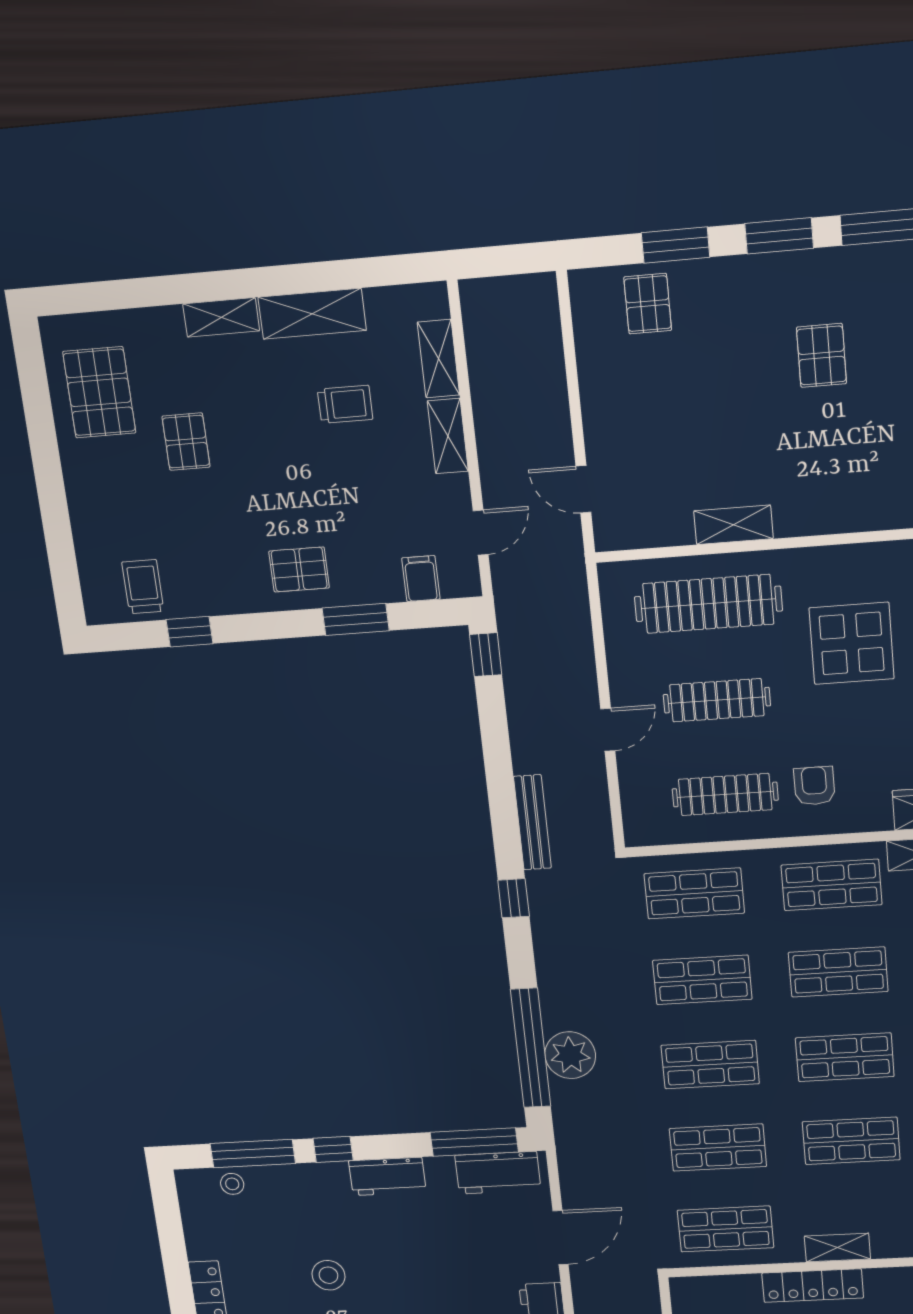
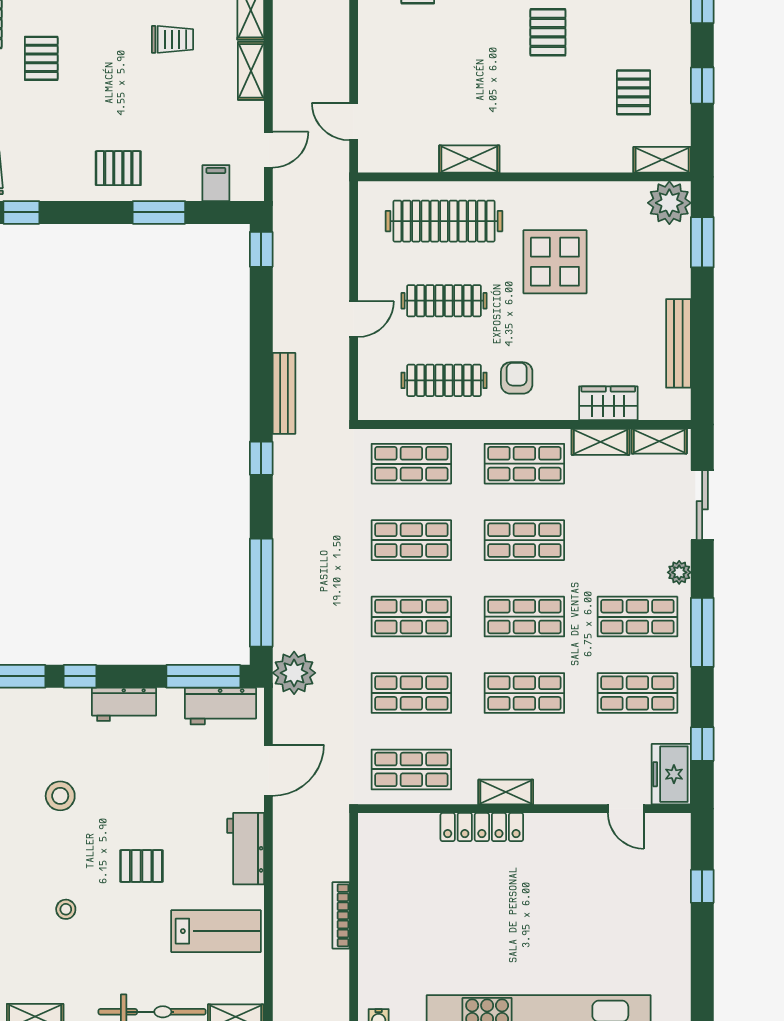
plant: (570, 1055) -> (294, 673), moved

